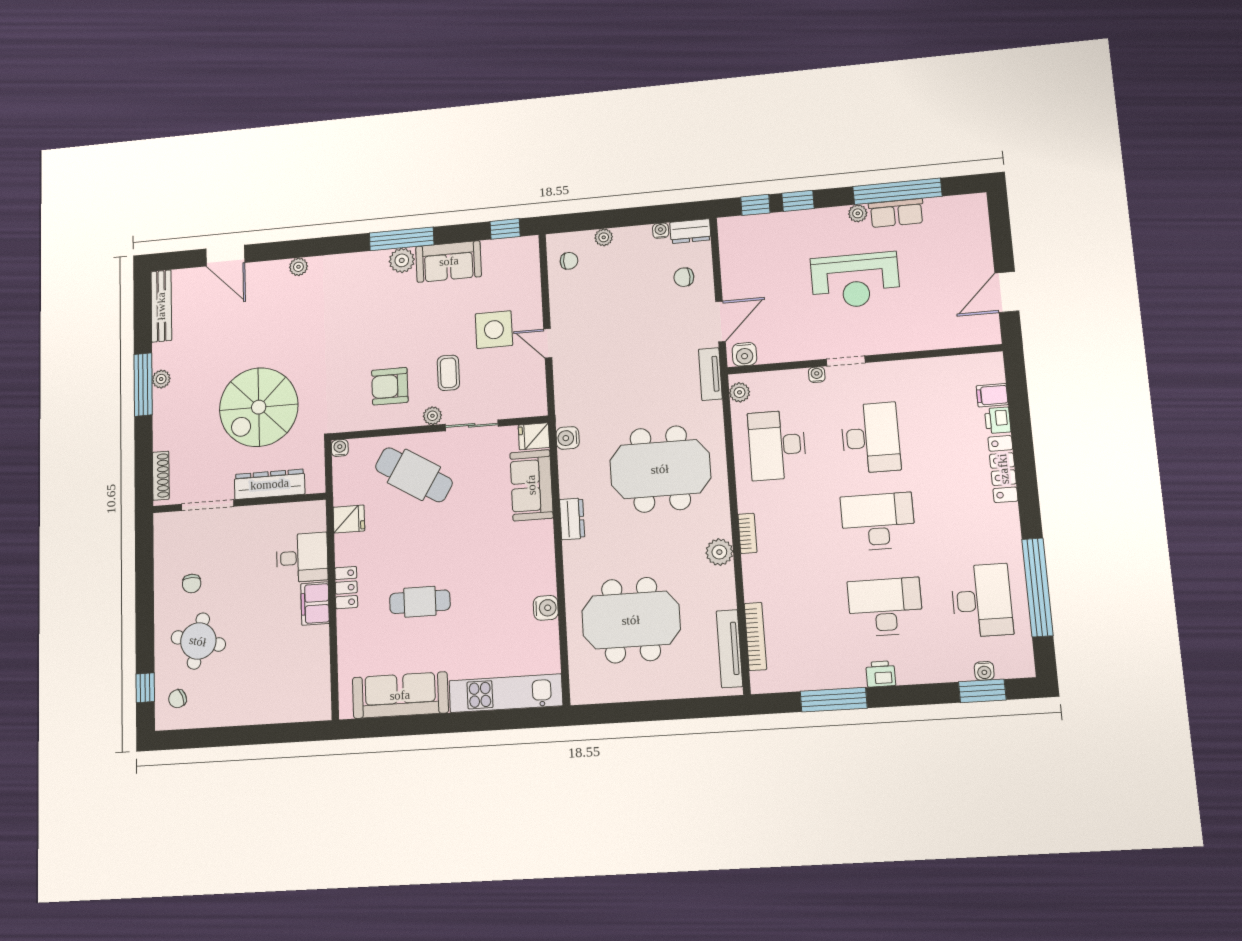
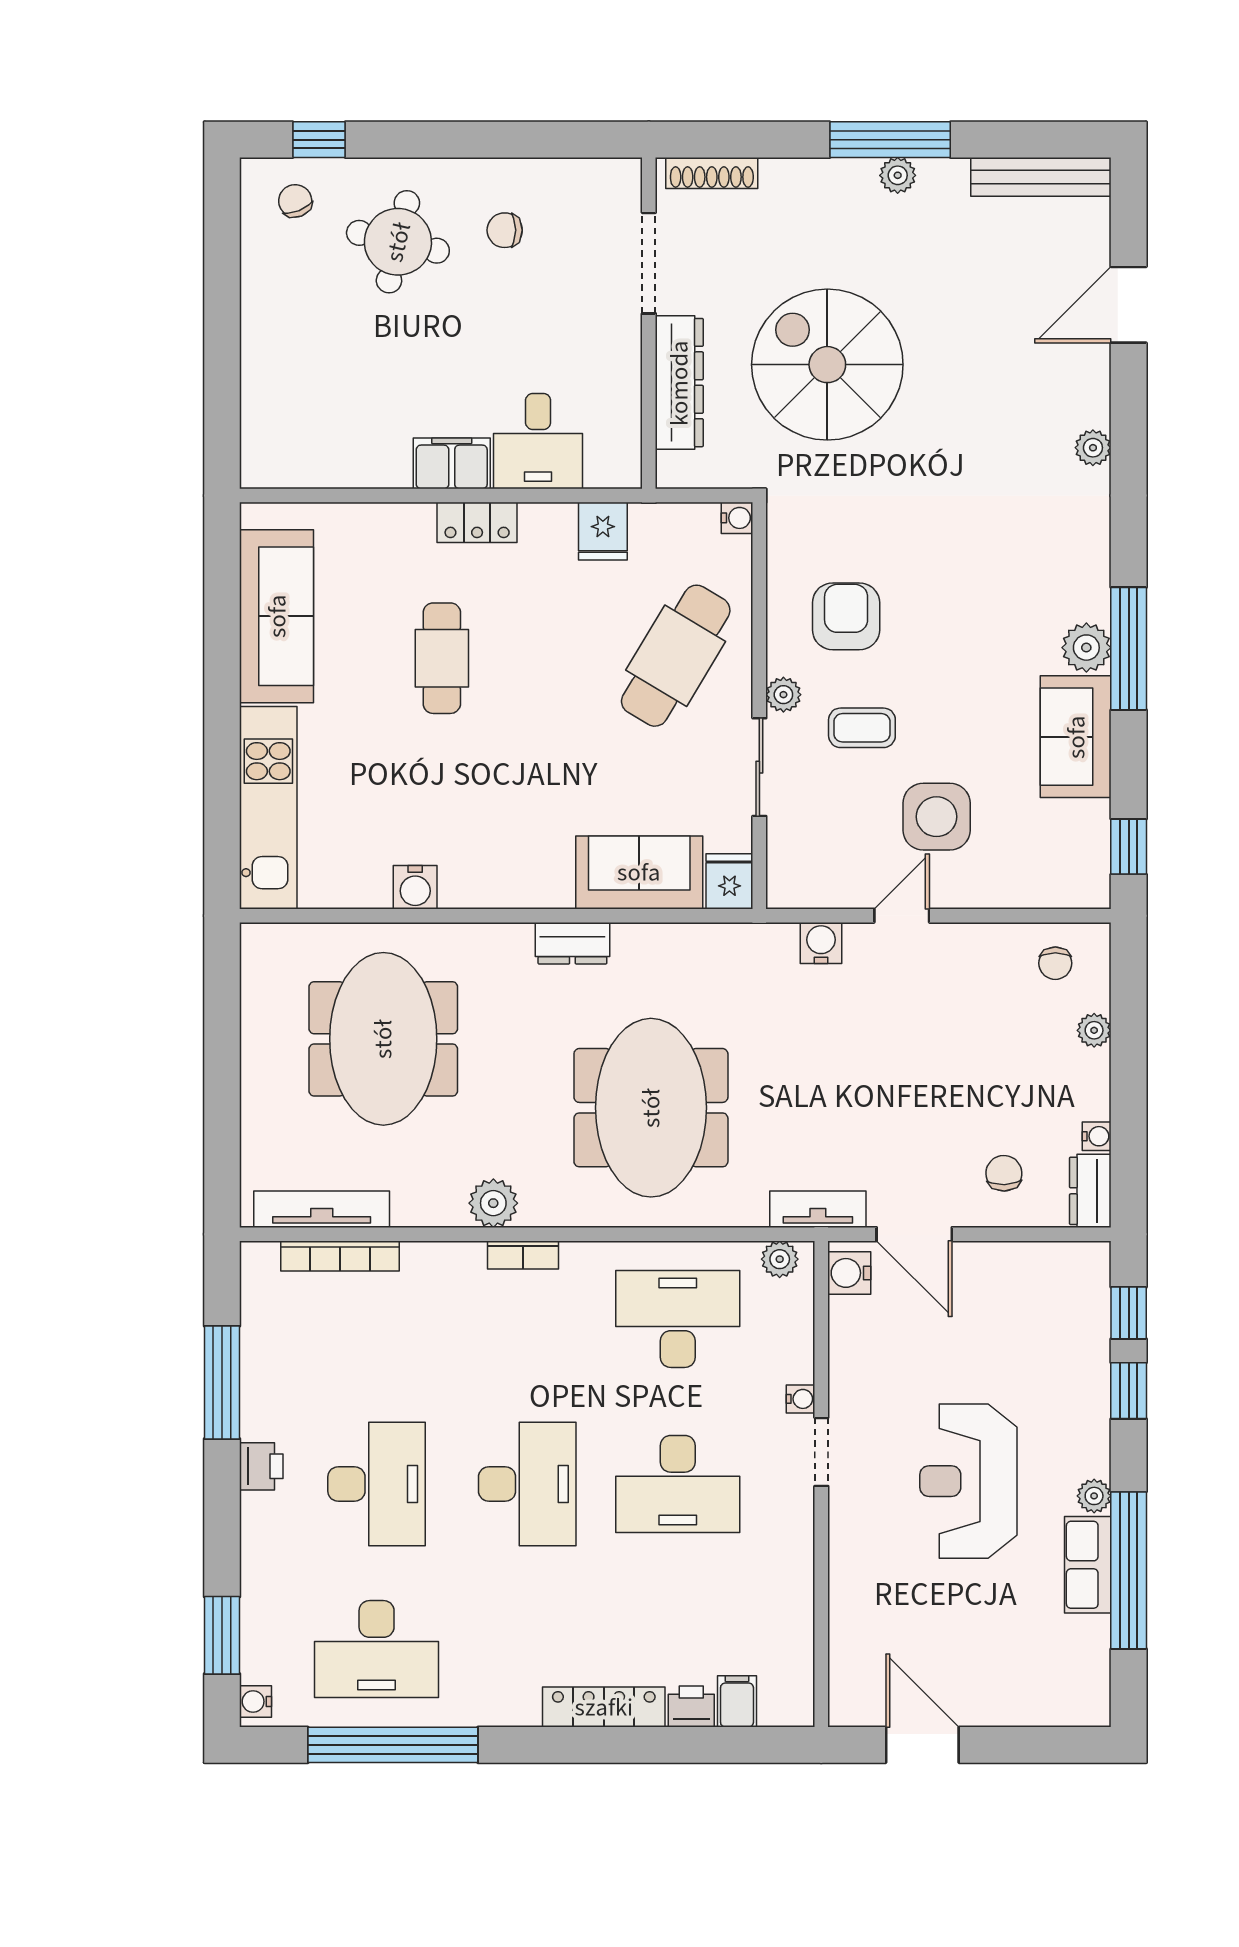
water cooler: (568, 438) -> (821, 943), moved
water cooler: (984, 671) -> (256, 1701), moved

